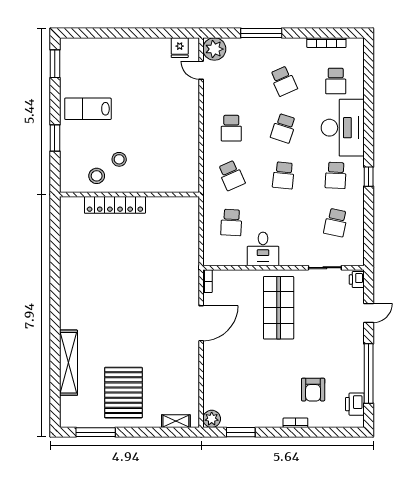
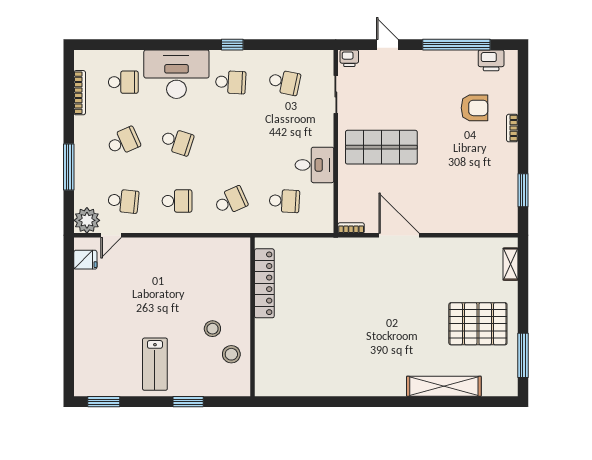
school desk: (284, 175) -> (123, 201), moved
locker: (115, 205) -> (264, 283), moved
plant: (212, 419) -> (508, 223), removed

